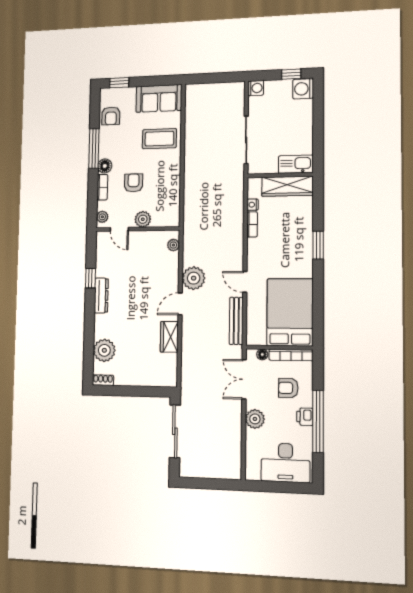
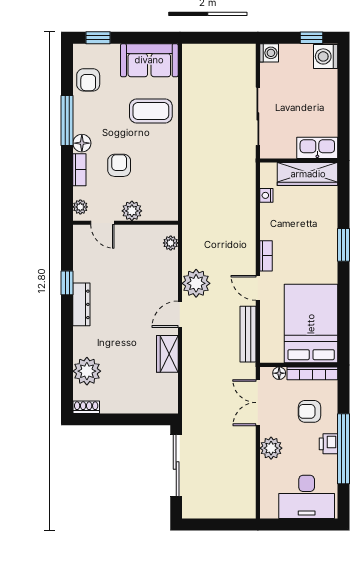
bookcase: (252, 224) -> (266, 256), moved

